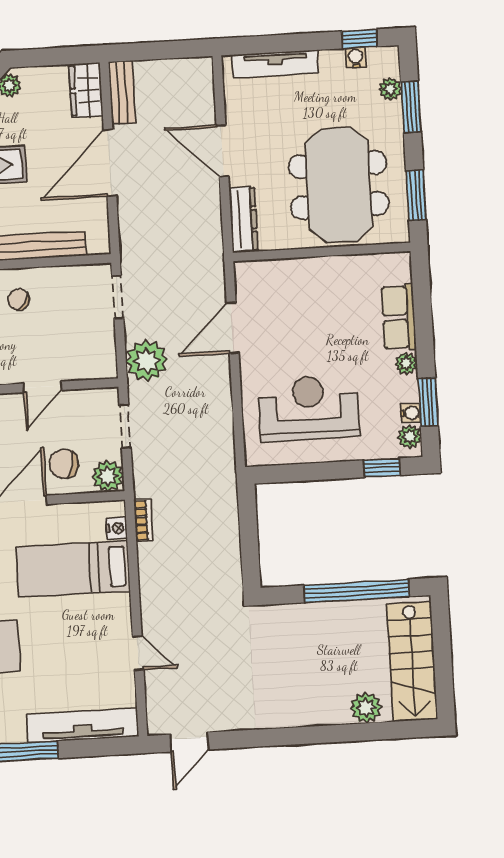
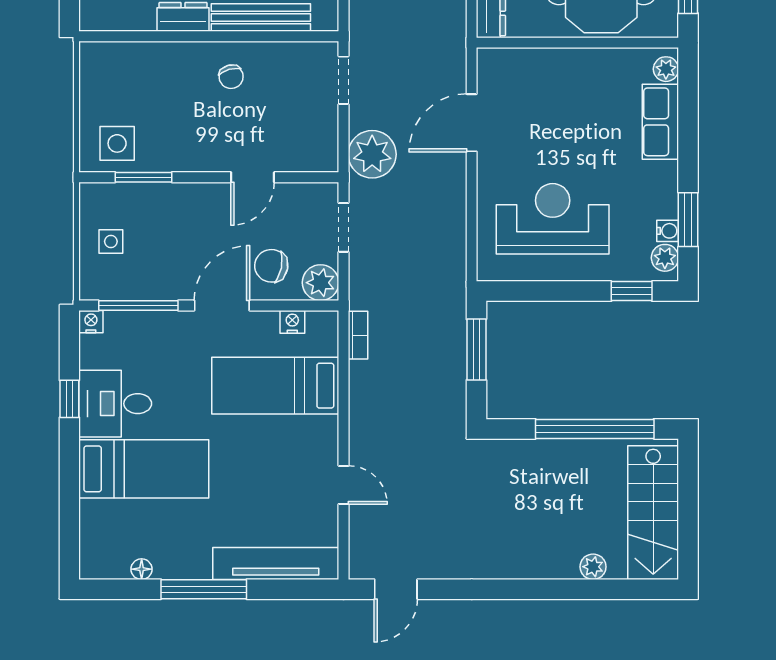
chair: (19, 299) -> (231, 77), turned -140
plant: (406, 363) -> (666, 69), moved
window: (248, 527) -> (476, 350), added
nightstand: (117, 528) -> (292, 322), moved, turned -90
plant: (366, 708) -> (593, 567), width x0.73, depth x0.73

